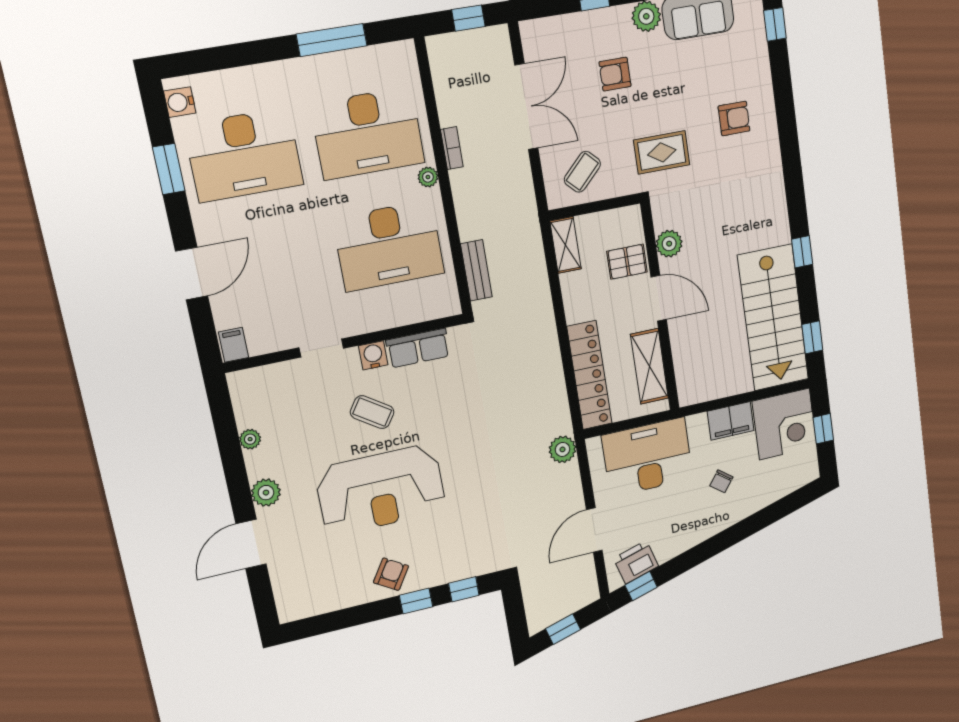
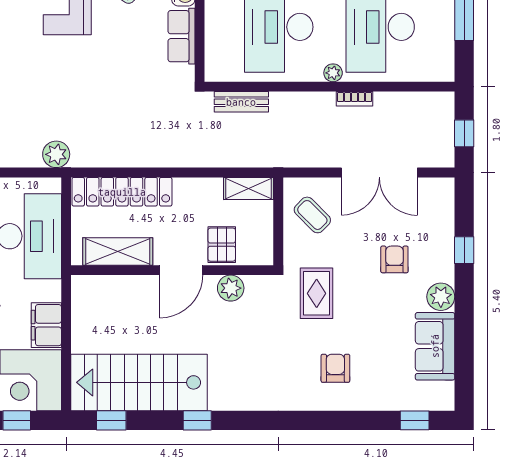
armchair: (734, 118) -> (335, 368), turned 180

